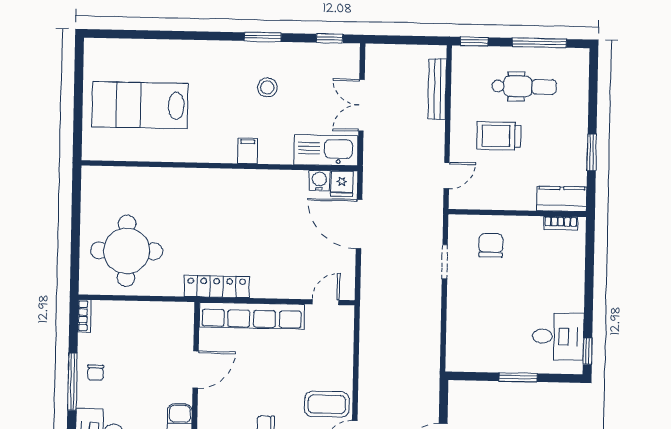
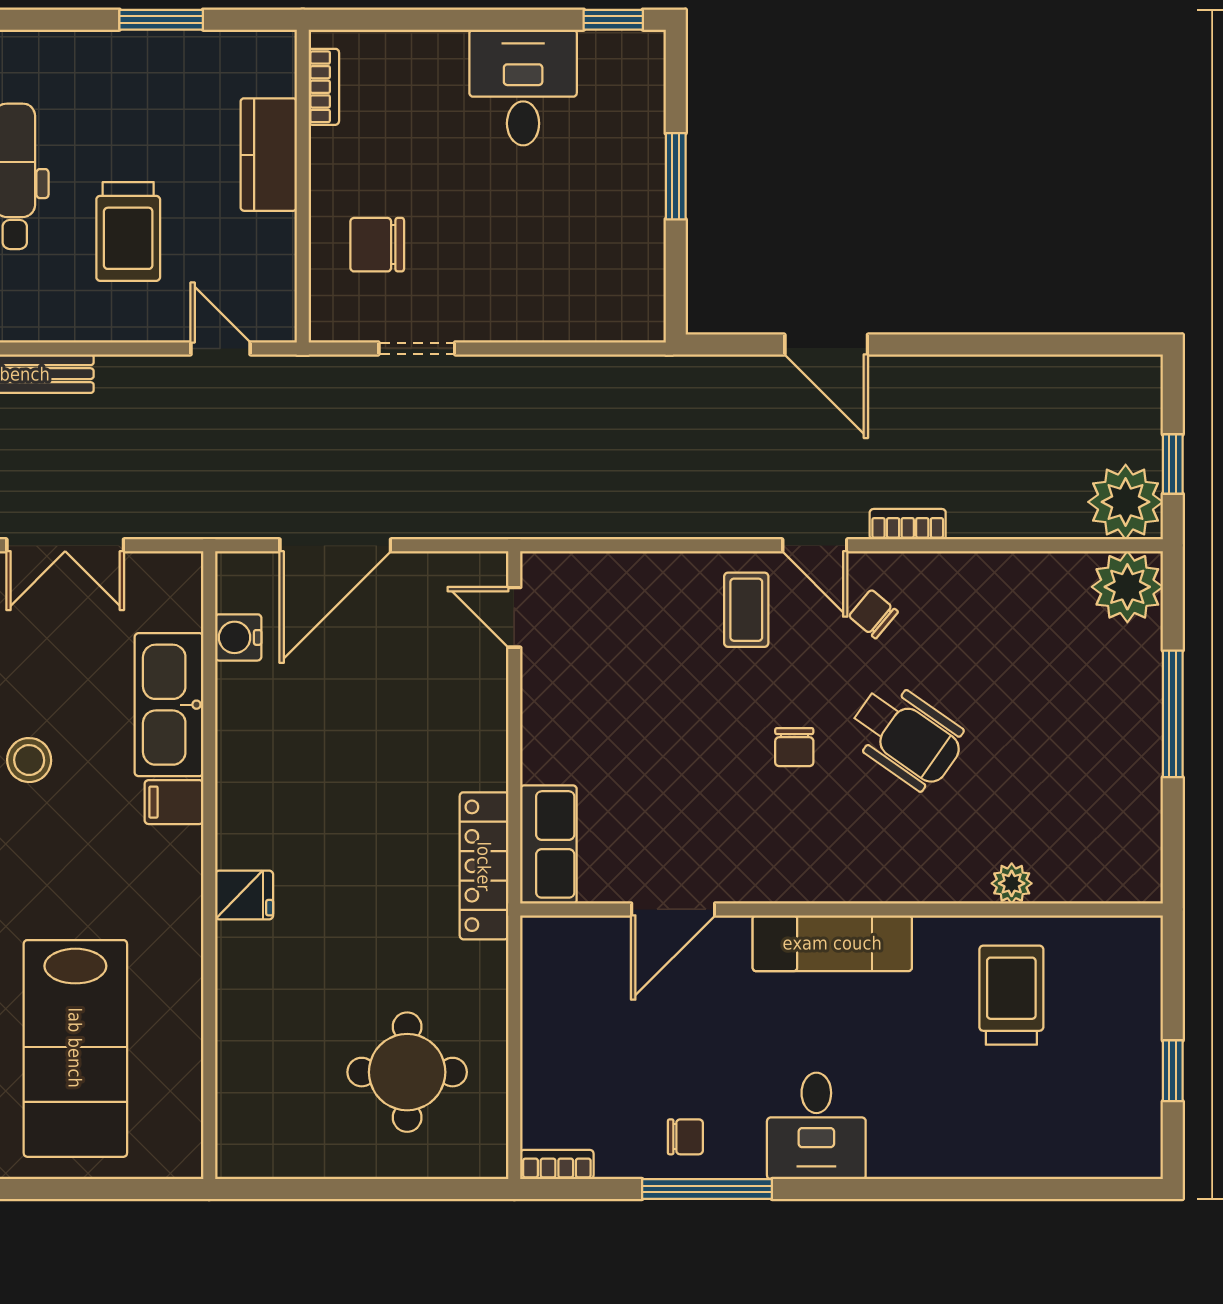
kitchen sink: (326, 150) -> (169, 705), moved
fridge: (342, 184) -> (244, 895), moved
kitchen counter: (562, 199) -> (269, 155), moved
round table: (127, 251) -> (407, 1072), width x0.73, depth x0.73
row of seats: (252, 316) -> (548, 844), width x0.50
desk: (558, 336) -> (523, 87), moved
door: (196, 369) -> (673, 909), swing flipped
coffee table: (327, 404) -> (746, 610), width x0.73, depth x0.77

